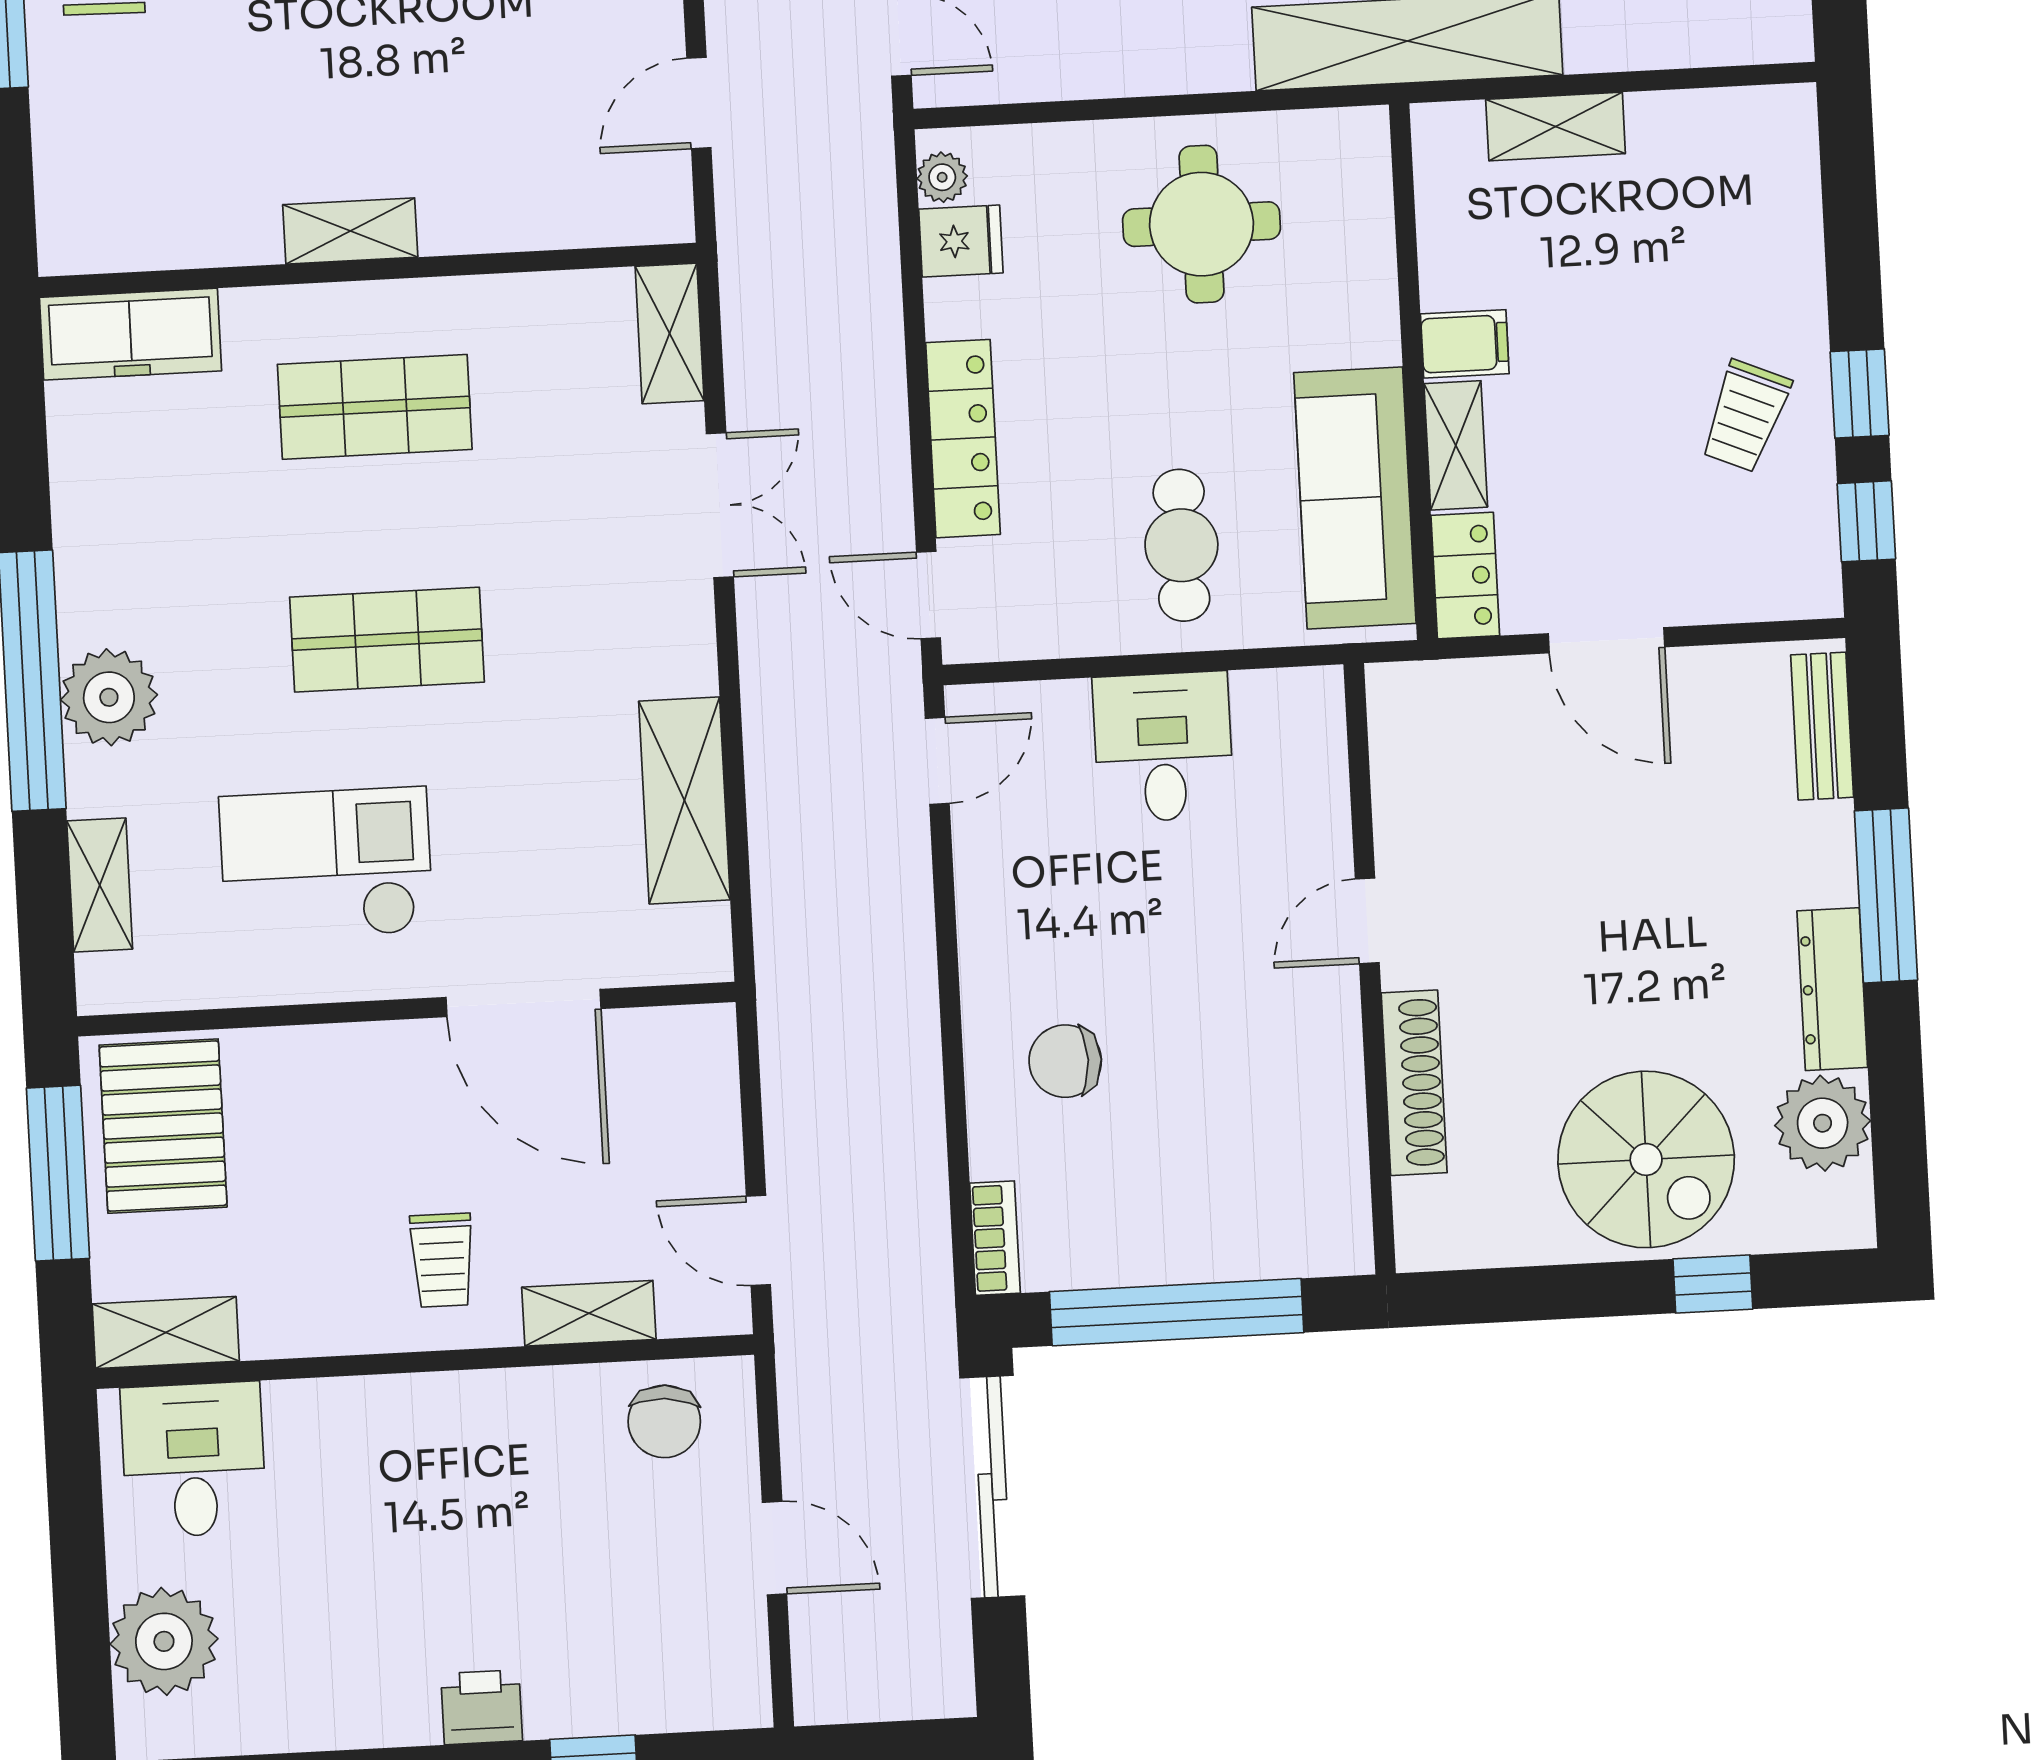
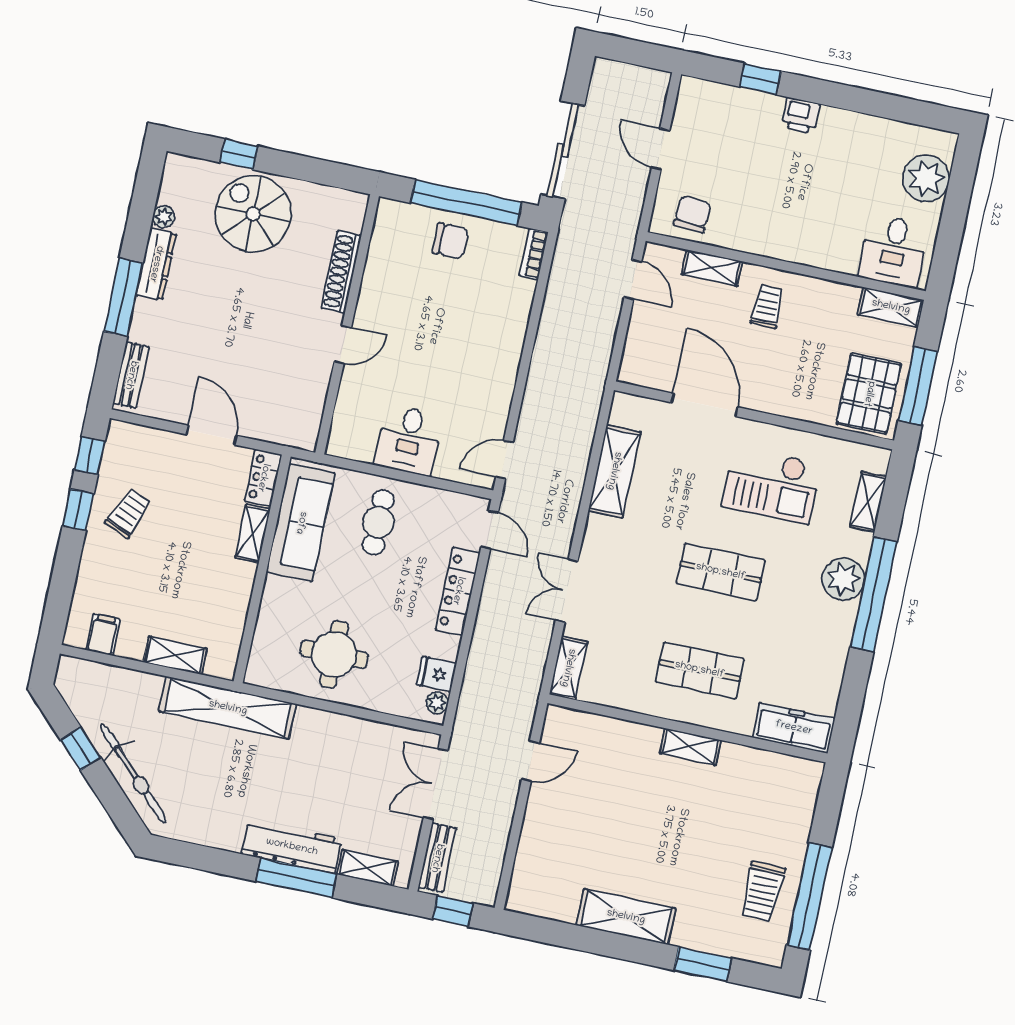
filing cabinet: (1465, 344) -> (103, 635), moved, turned 90
chair: (1065, 1061) -> (450, 241), moved
plant: (1823, 1123) -> (164, 217), width x0.53, depth x0.53

